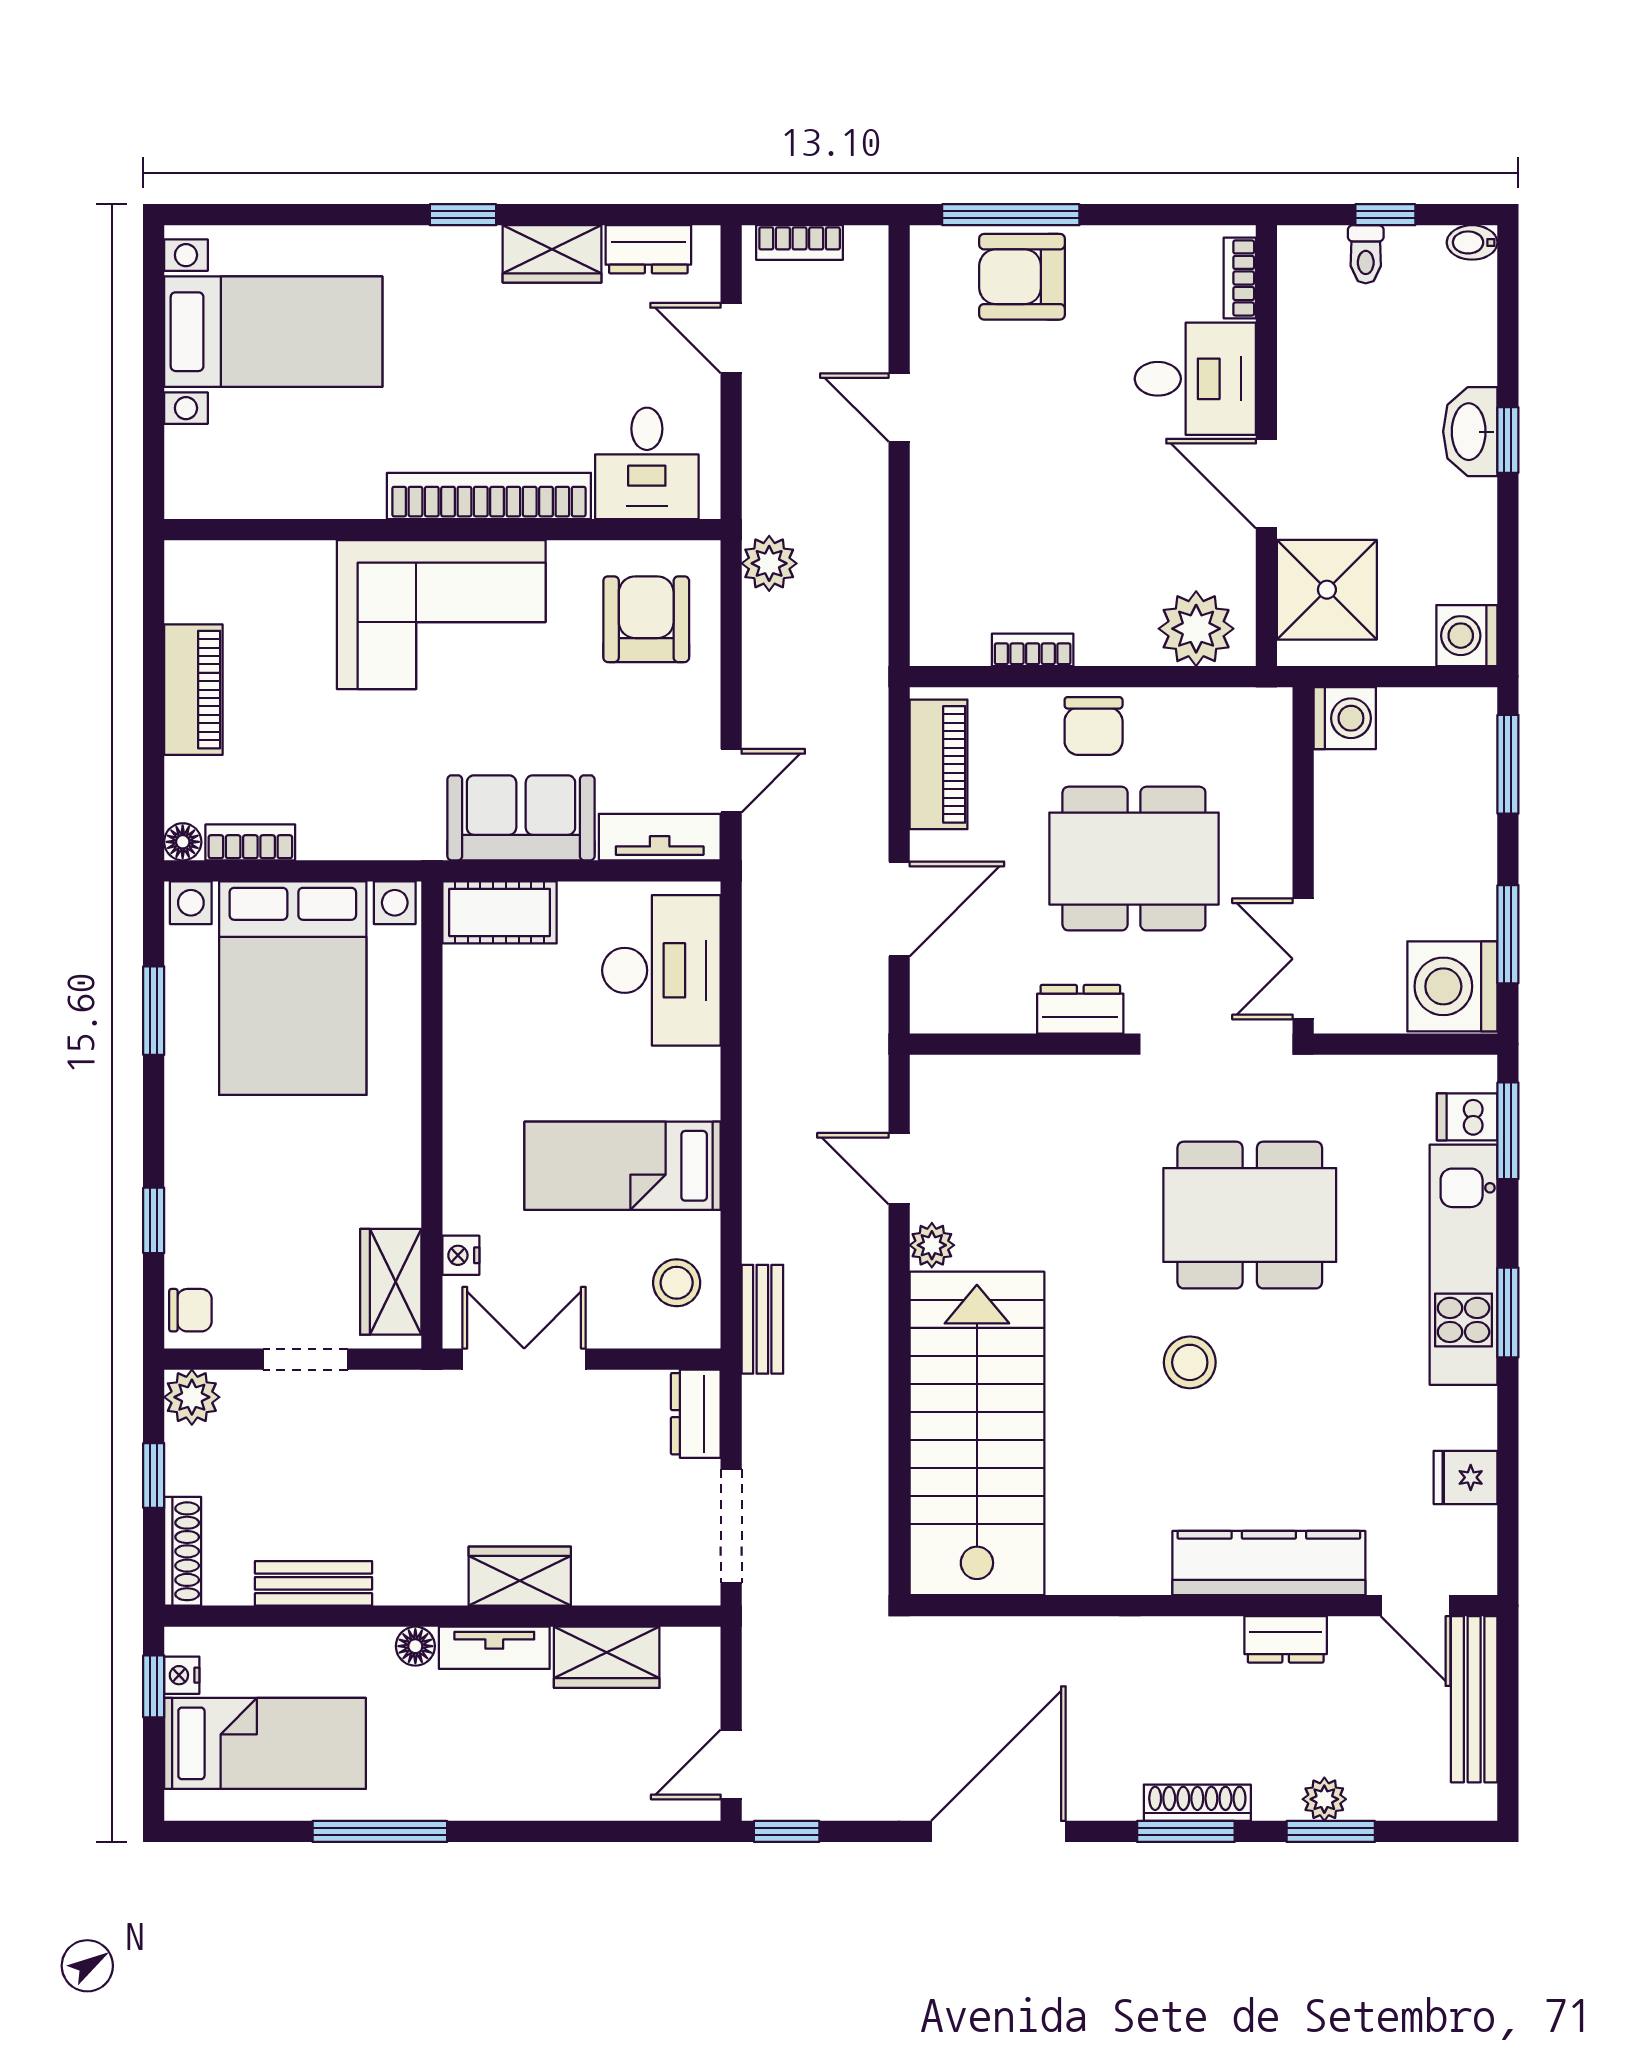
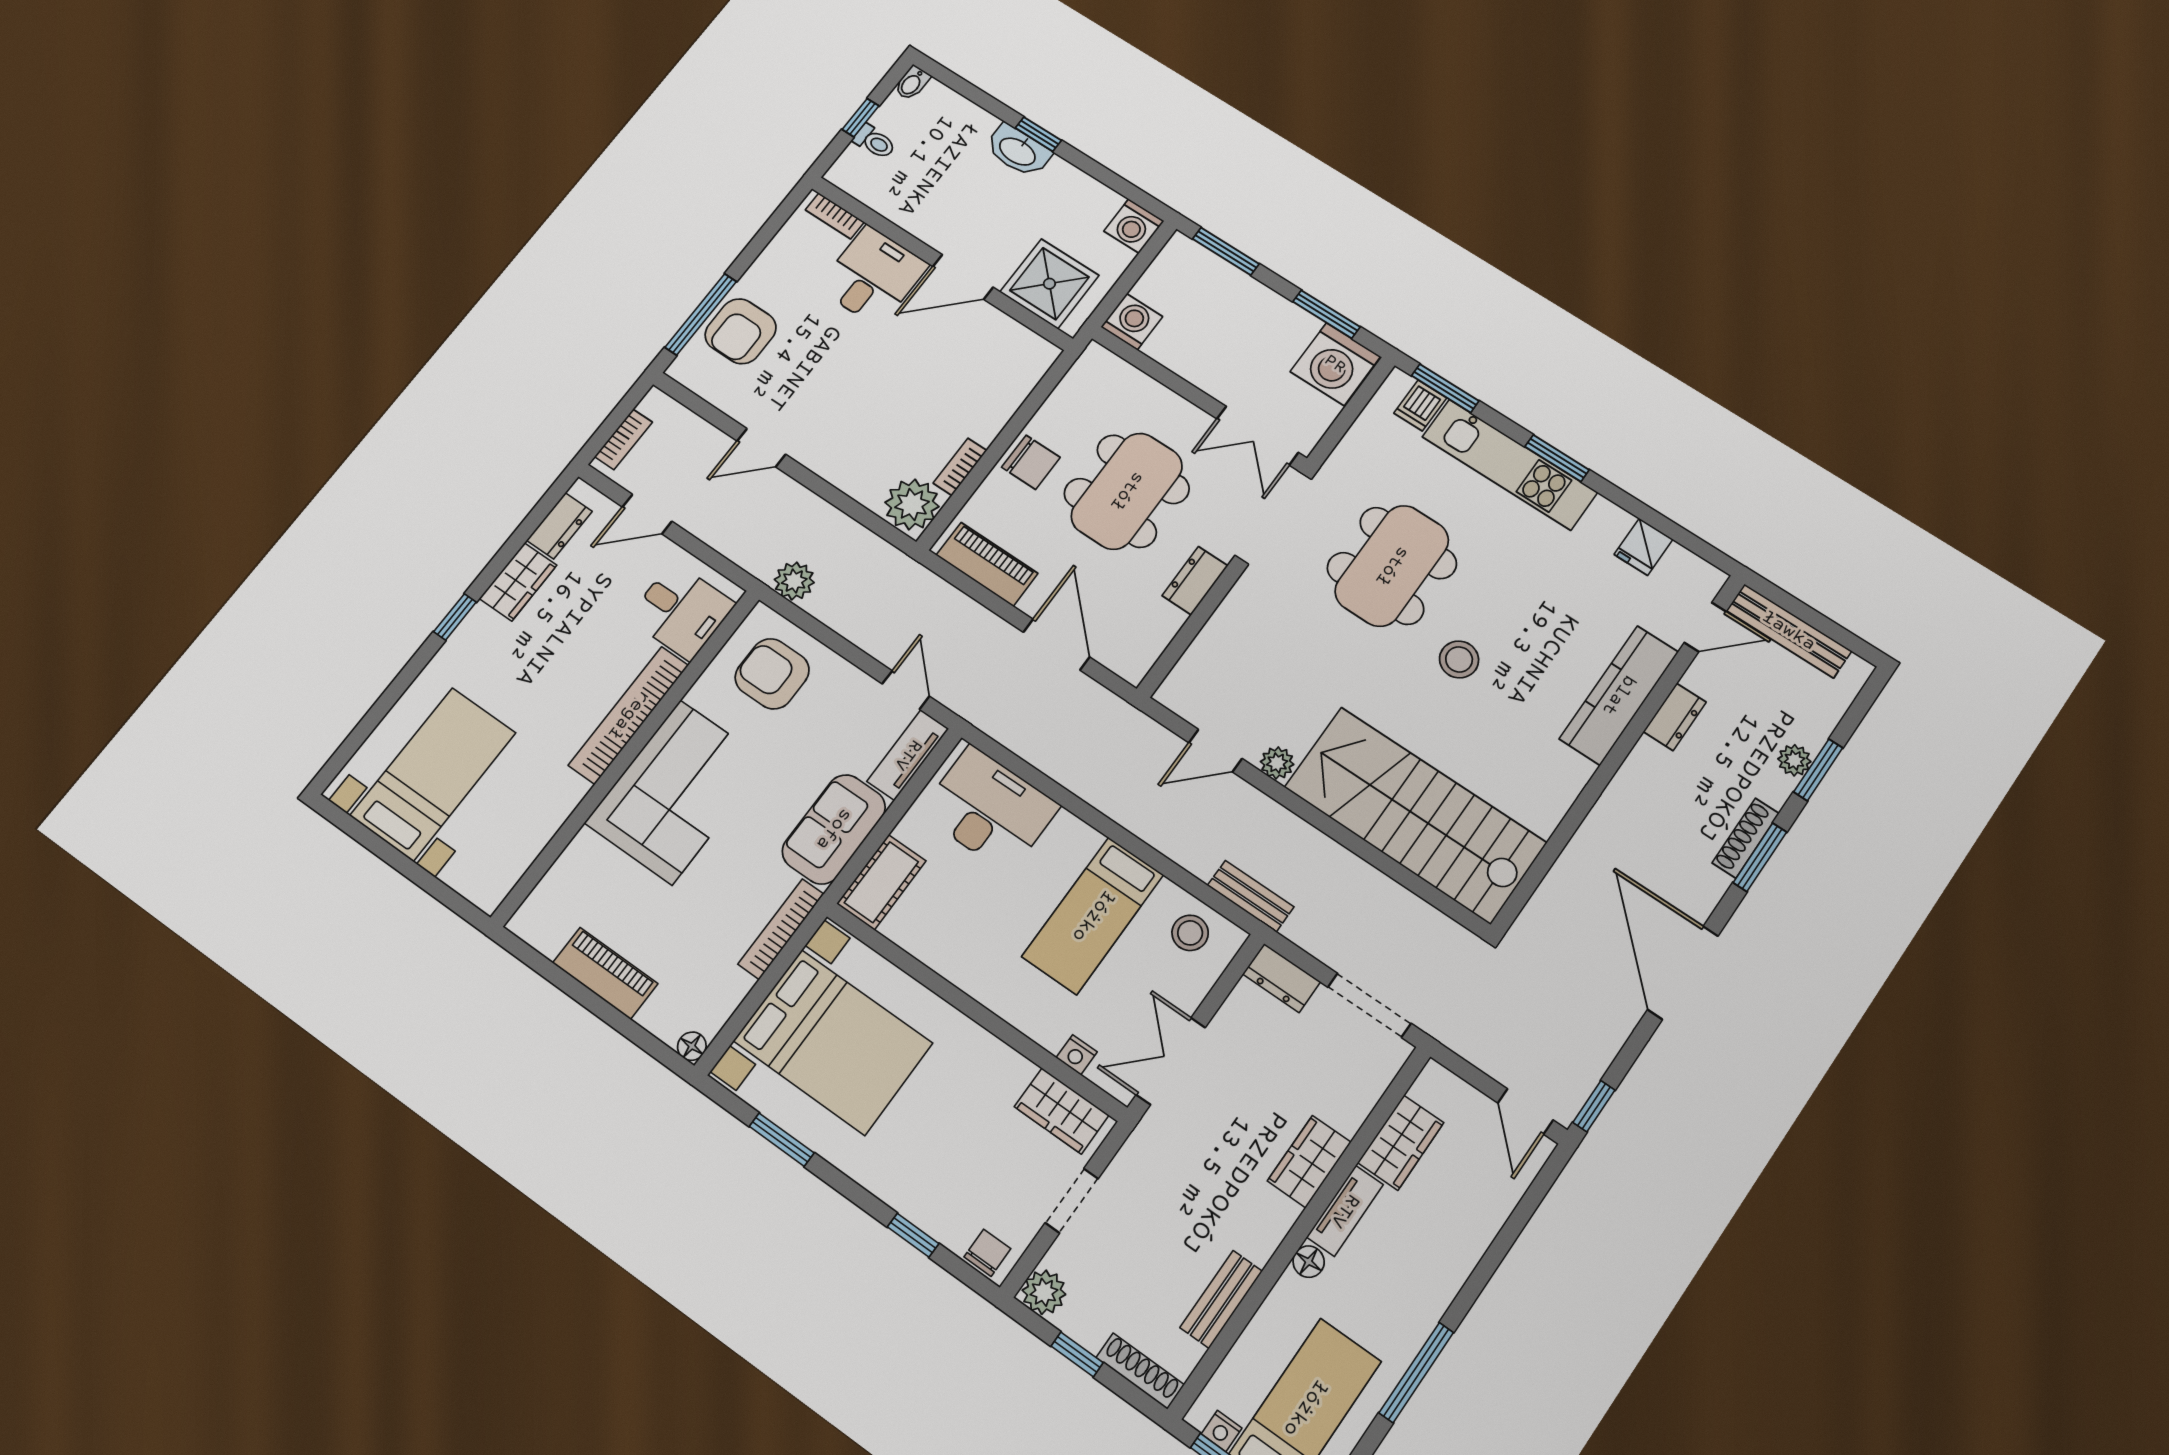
plant: (1196, 629) -> (912, 504), moved
bookcase: (250, 842) -> (781, 929), moved, width x1.56

